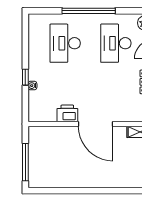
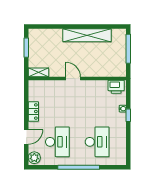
printer: (67, 113) -> (116, 87), moved
door: (96, 124) -> (73, 79), width x0.53
shelving: (78, 179) -> (87, 35), added

